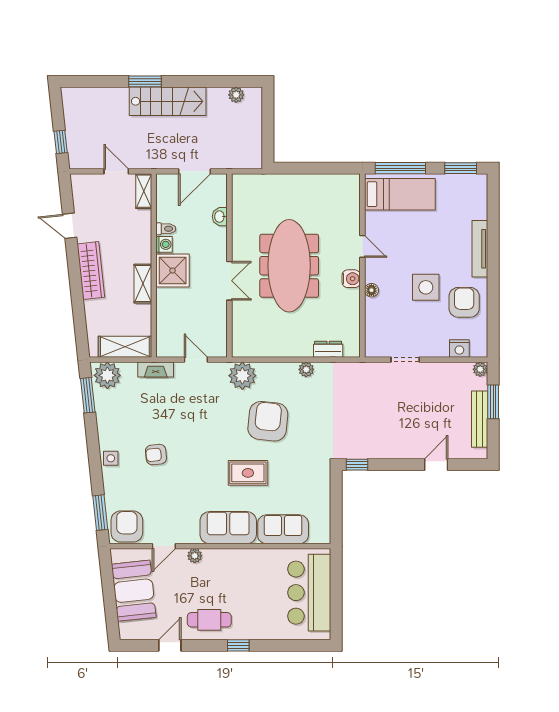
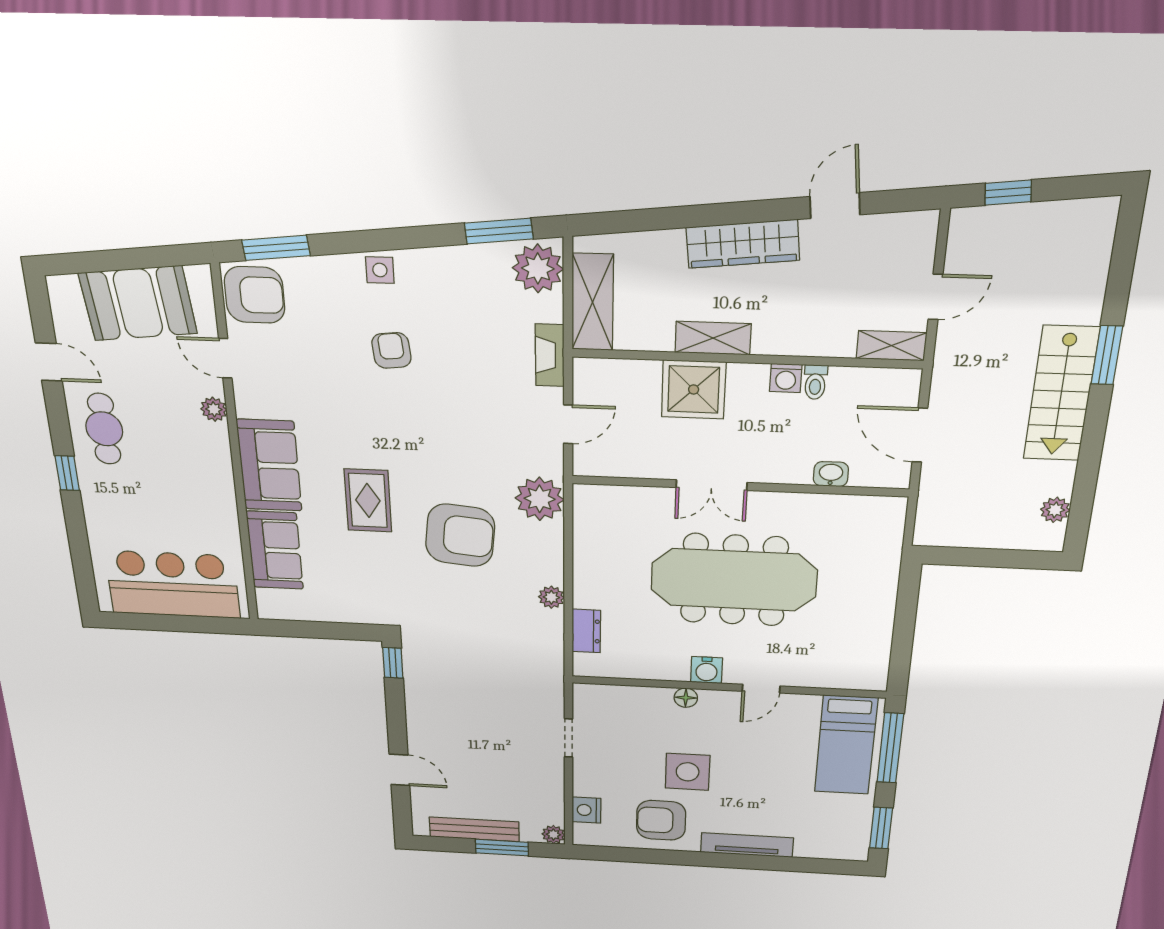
shower: (173, 271) -> (694, 390), moved
armchair: (464, 302) -> (661, 820), turned 180

